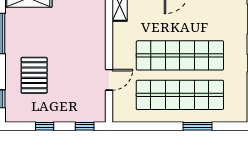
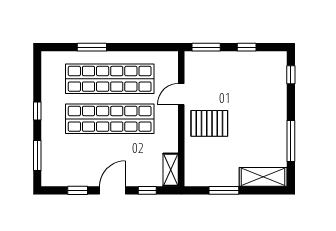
pallet: (34, 75) -> (209, 123), moved, turned 90
window: (85, 126) -> (206, 47), width x1.50

